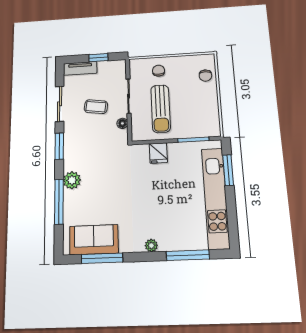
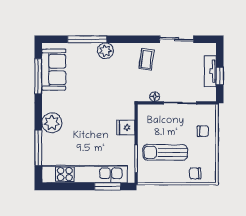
tv unit: (80, 68) -> (210, 71), moved
coffee table: (96, 107) -> (147, 59), moved
sun lounger: (161, 109) -> (165, 152), moved
window: (59, 146) -> (137, 39), removed
plant: (151, 245) -> (52, 123), width x1.87, depth x1.87

